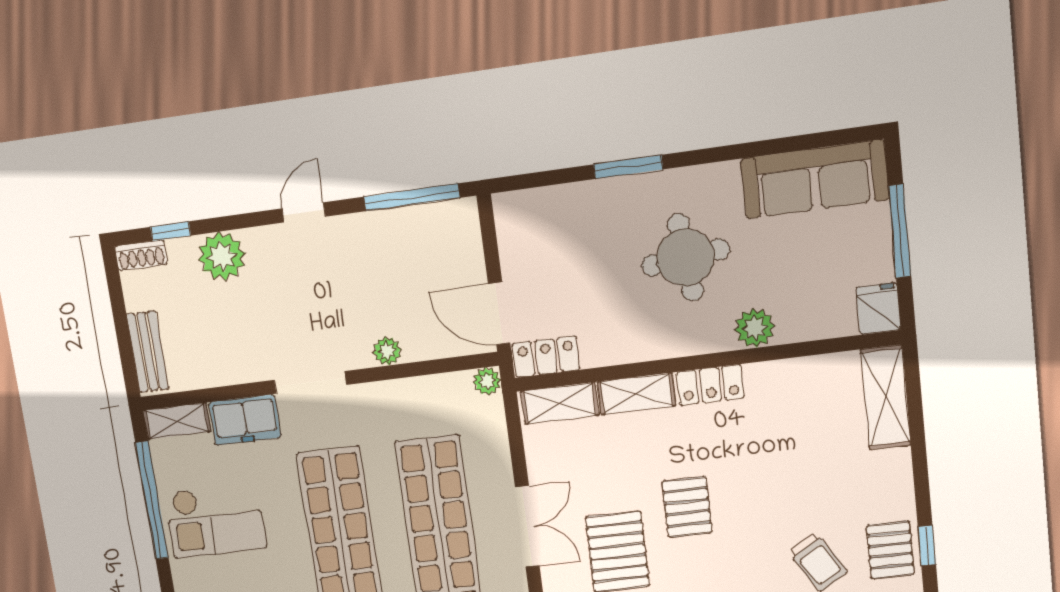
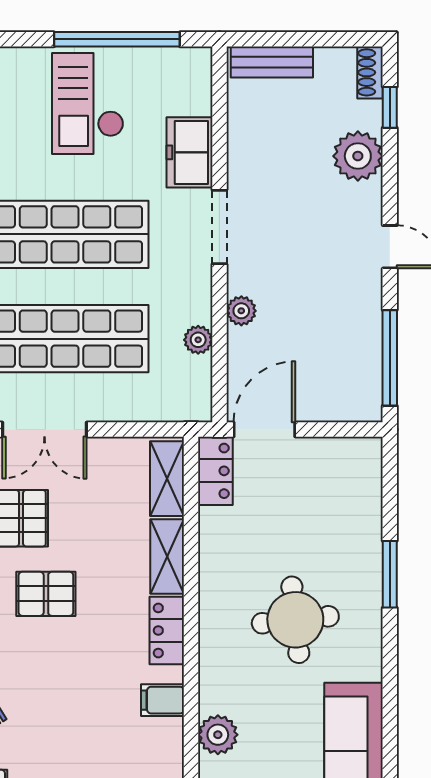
plant: (755, 328) -> (218, 735), moved
plant: (487, 381) -> (198, 340), moved
filing cabinet: (781, 381) -> (163, 700), added
shelving: (177, 421) -> (197, 80), removed

